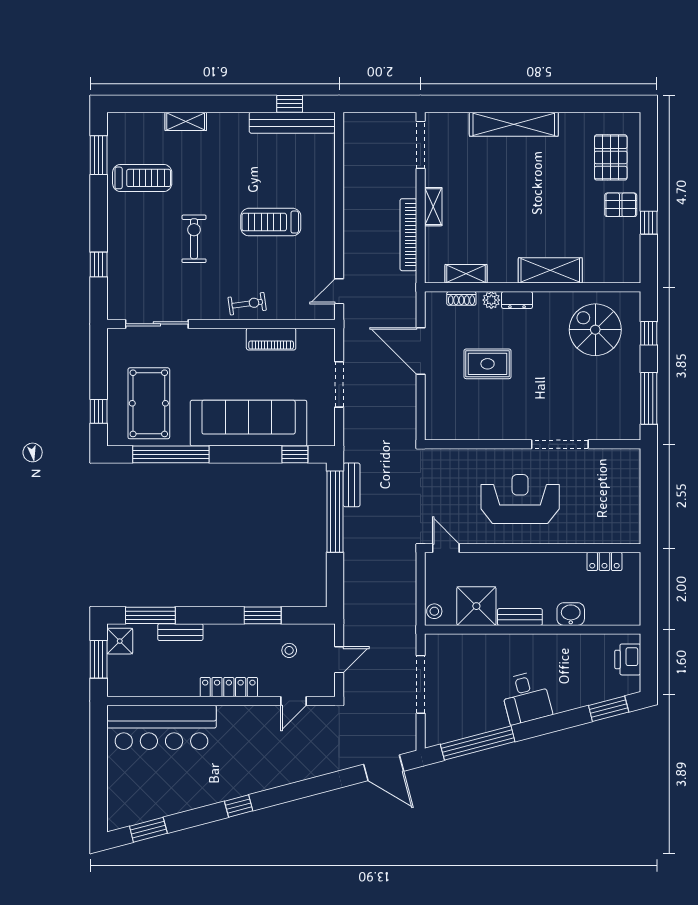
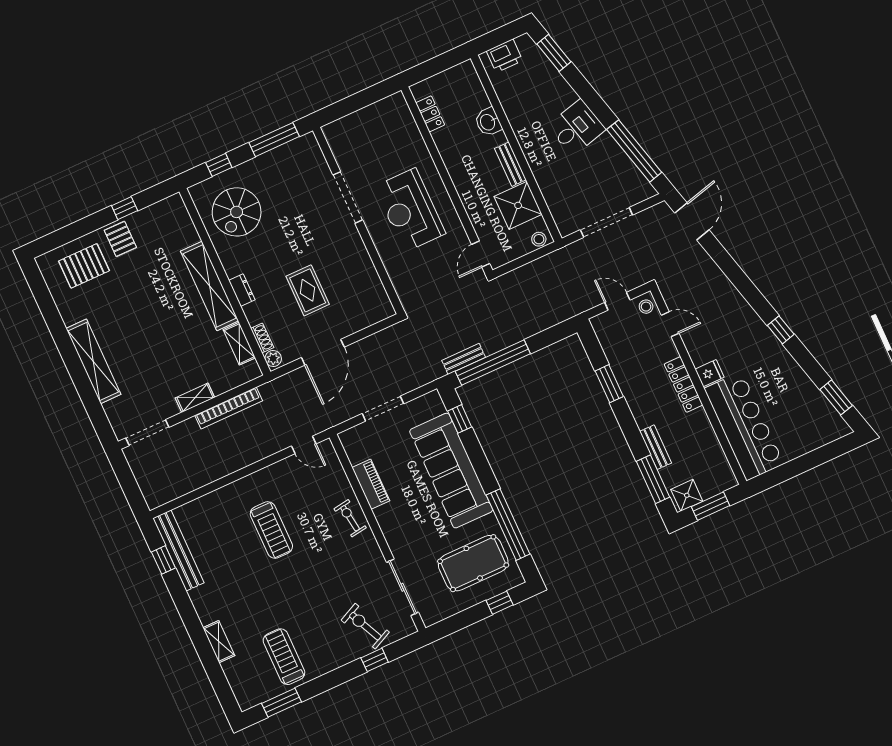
exercise bike: (194, 239) -> (365, 626), moved, turned 65
shelving: (550, 270) -> (209, 286), width x1.47
plant: (491, 300) -> (273, 359), moved
stool: (289, 650) -> (646, 307), moved
fridge: (228, 717) -> (710, 373), added

